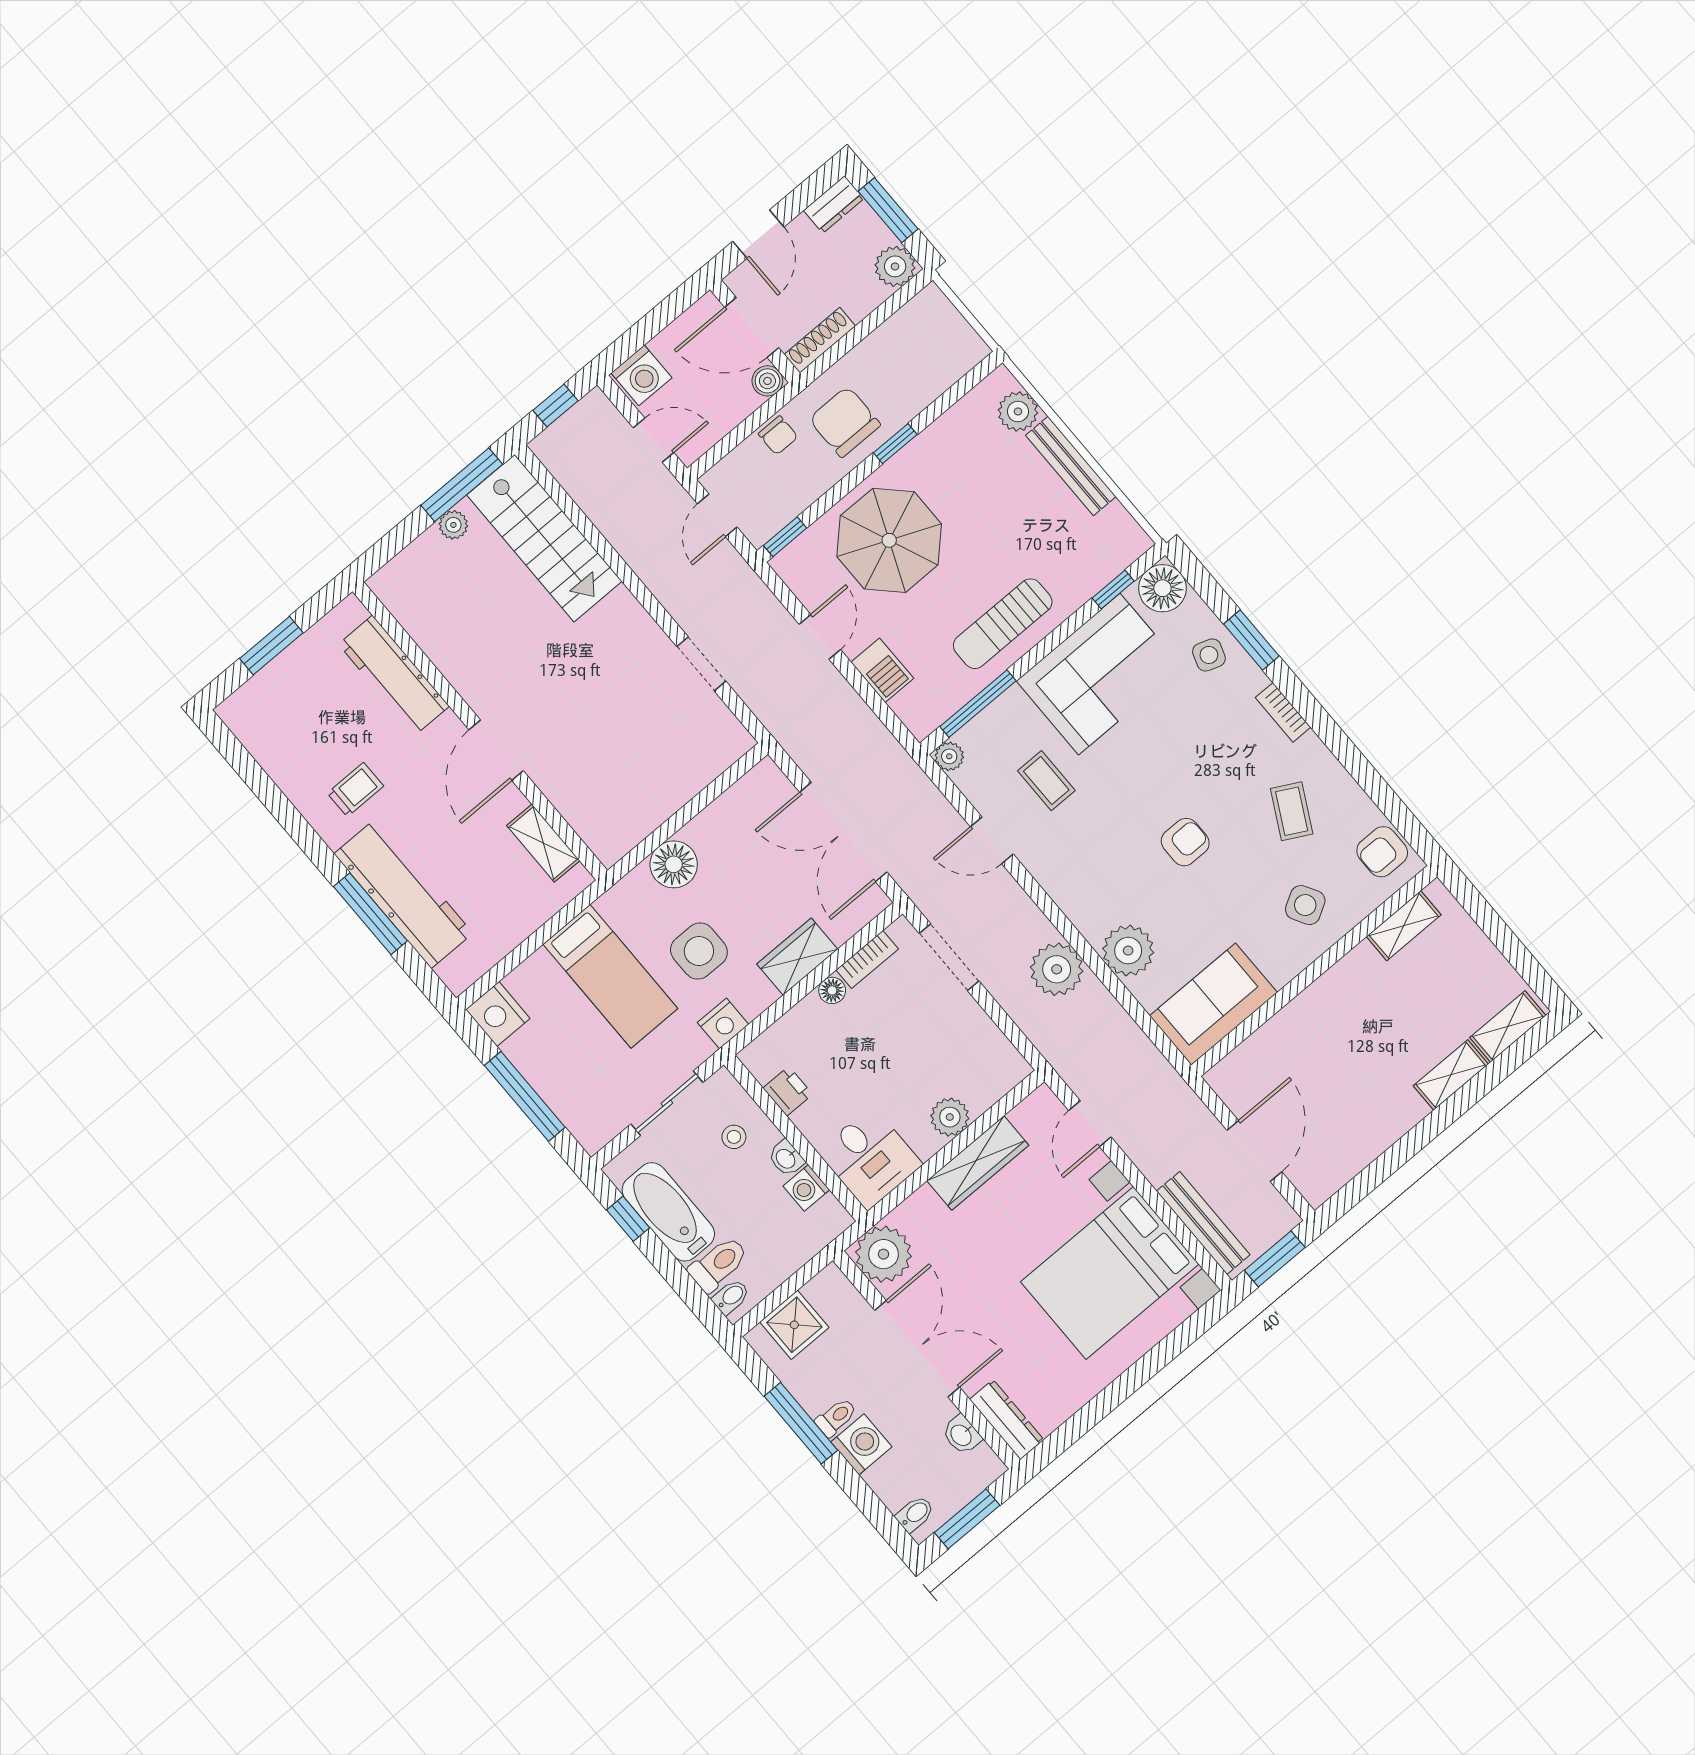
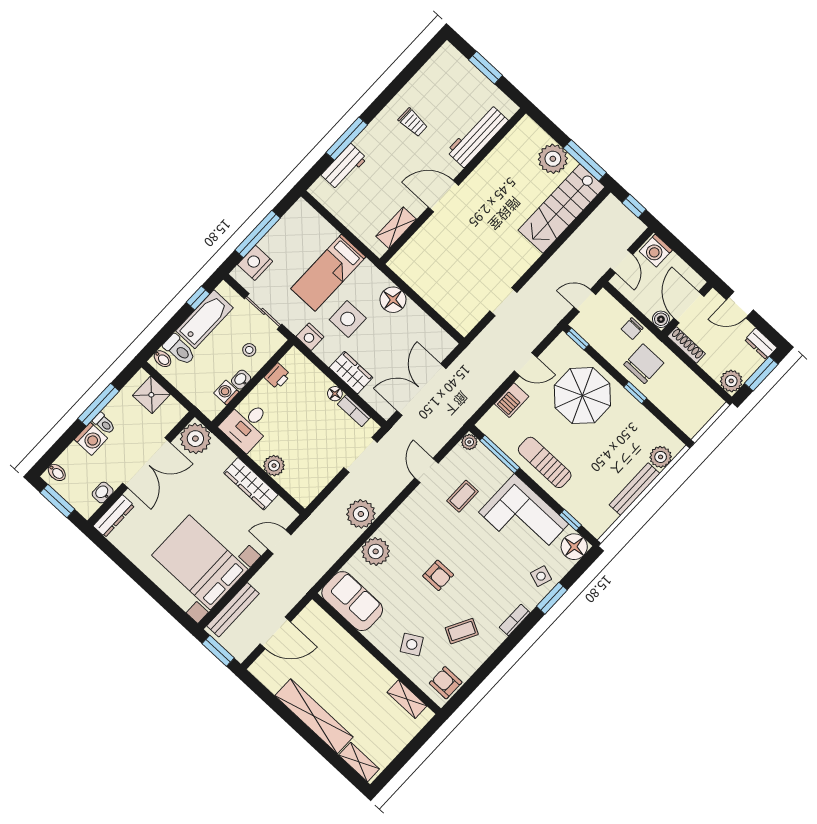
plant: (453, 525) -> (553, 159), width x1.88, depth x1.88
workbench: (403, 893) -> (344, 167), width x0.53, depth x0.76
nightstand: (498, 1014) -> (255, 263), moved
shelving: (1451, 1075) -> (314, 716), width x2.20, depth x1.33

